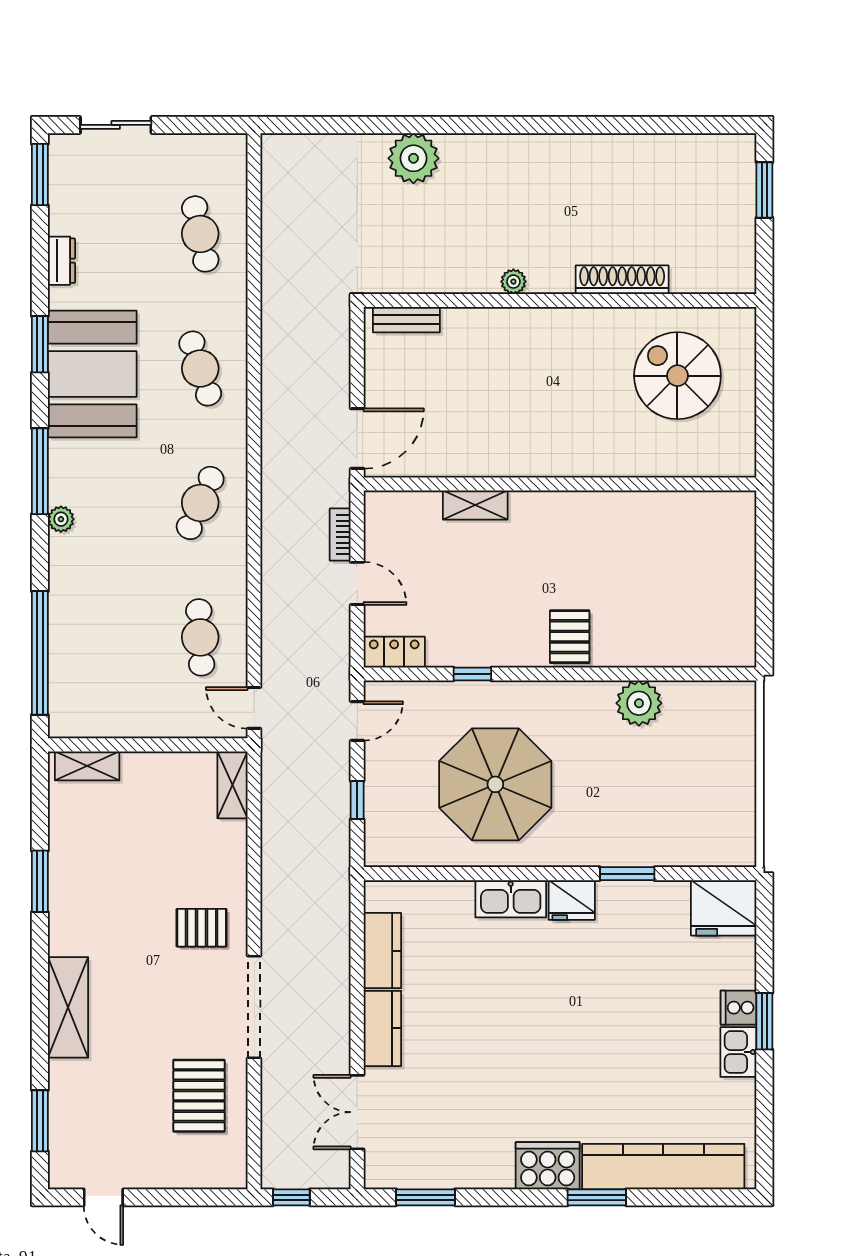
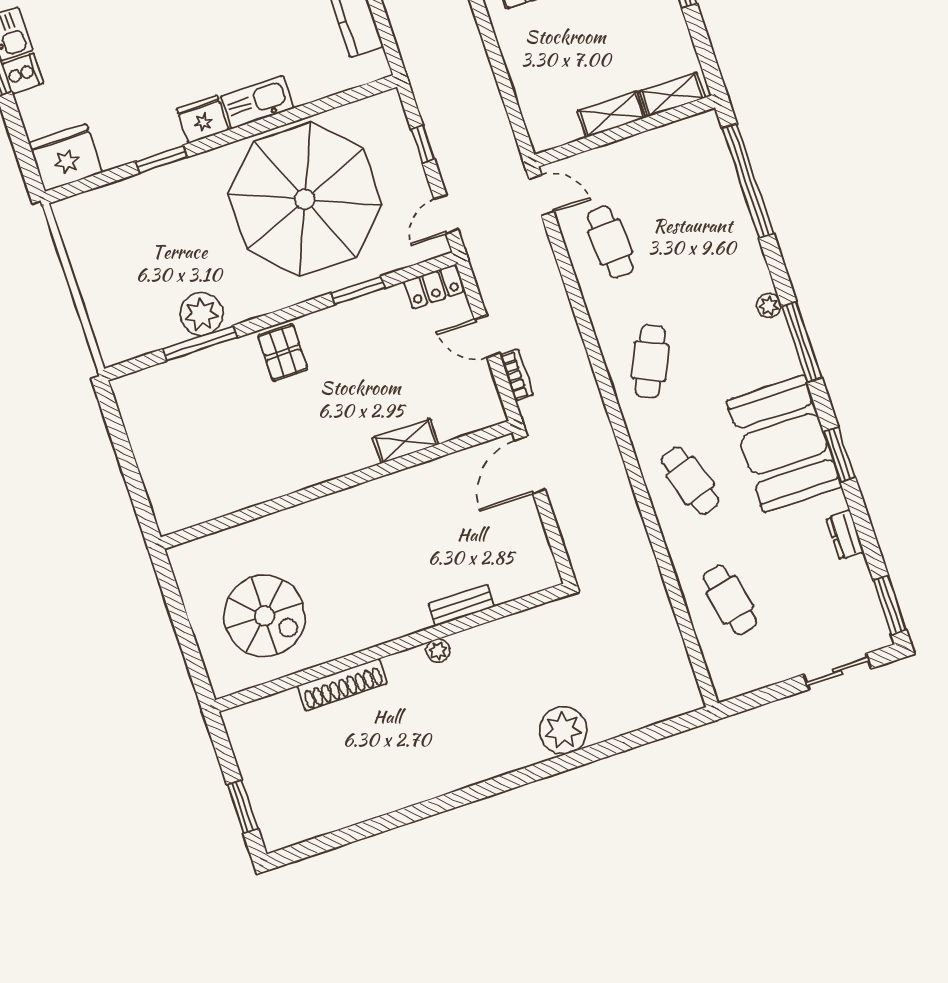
bench: (406, 320) -> (461, 605), moved
window: (472, 674) -> (358, 290), width x1.50
window: (651, 674) -> (200, 343), added
parasol: (495, 784) -> (305, 199), width x1.36, depth x1.36
shelving: (232, 785) -> (612, 114), moved, turned 90

